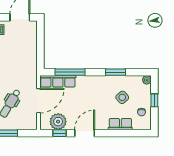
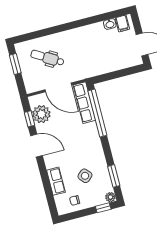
window: (70, 72) -> (97, 113), width x1.46
window: (115, 72) -> (114, 176), moved
window: (154, 100) -> (103, 208), moved

